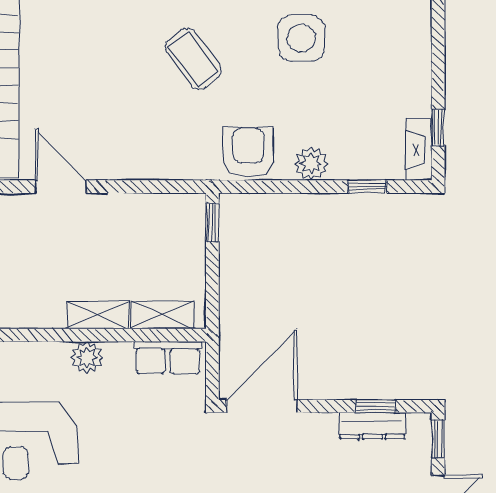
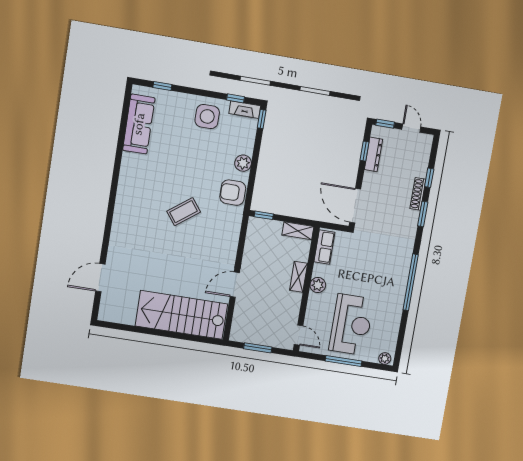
side table: (301, 38) -> (207, 116), moved
window: (367, 187) -> (262, 119), moved
shelving: (162, 315) -> (298, 231), moved, turned 90

